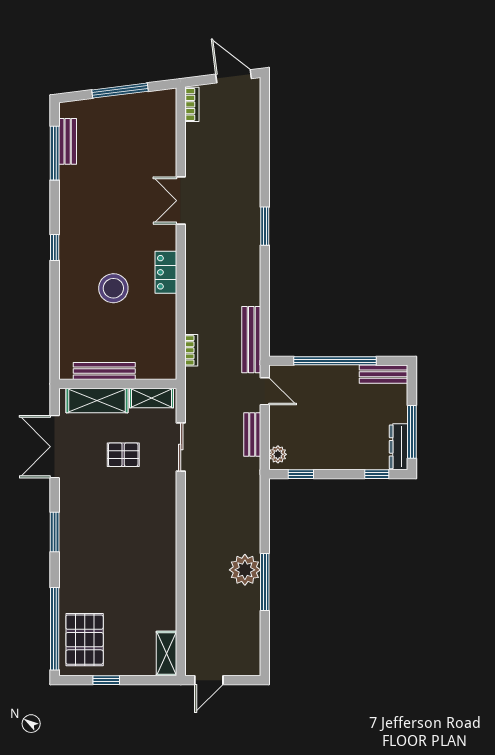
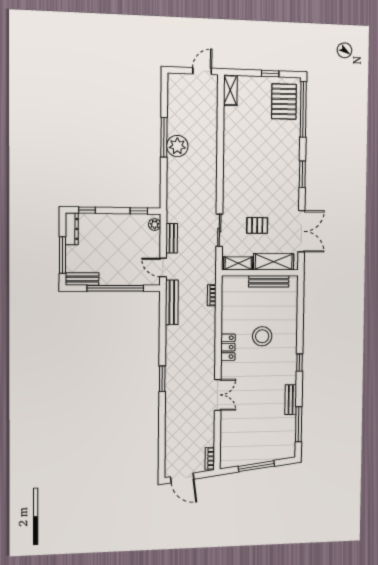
bench: (68, 141) -> (291, 400), moved
window: (412, 432) -> (62, 255), moved

